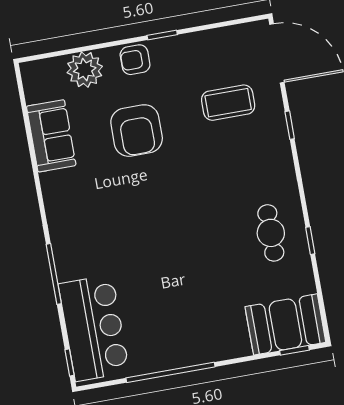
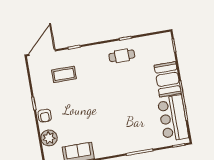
coffee table: (228, 103) -> (64, 74), turned 90
armchair: (137, 131) -> (76, 115), removed
booth: (285, 324) -> (168, 79), moved
bar counter: (94, 328) -> (173, 118), moved, turned -90

